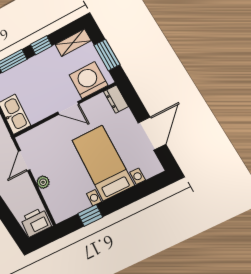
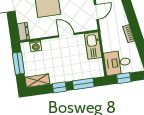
washing machine: (88, 80) -> (36, 46), width x0.53, depth x0.53
door: (68, 108) -> (66, 35), moved

